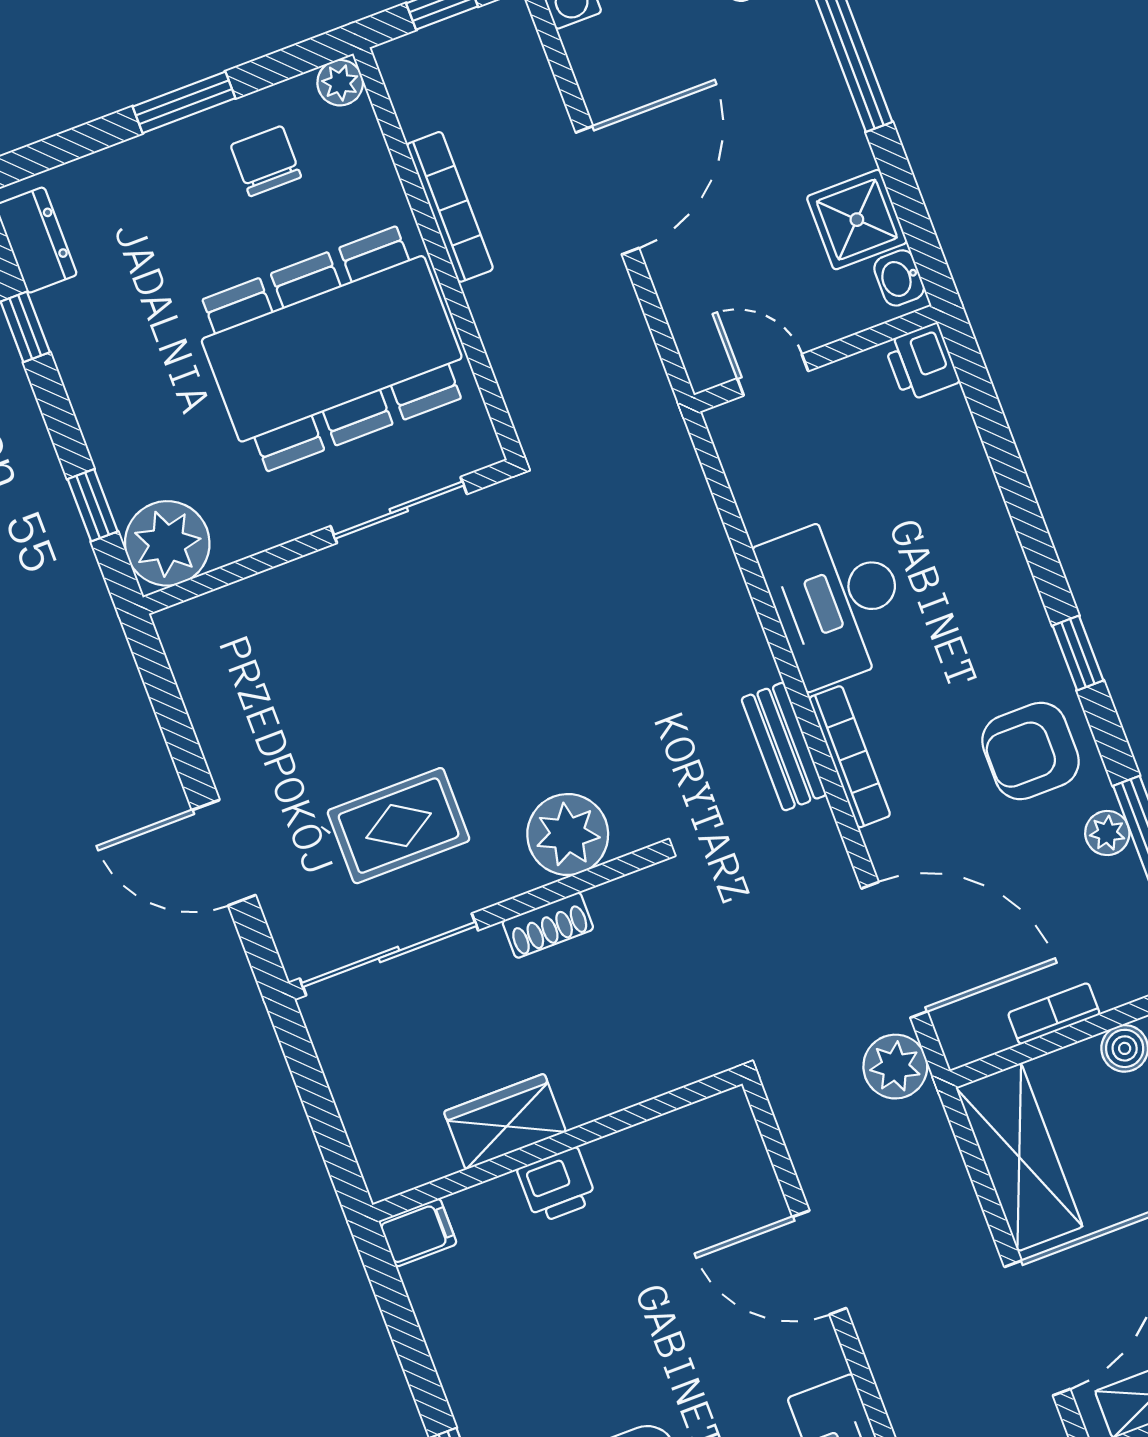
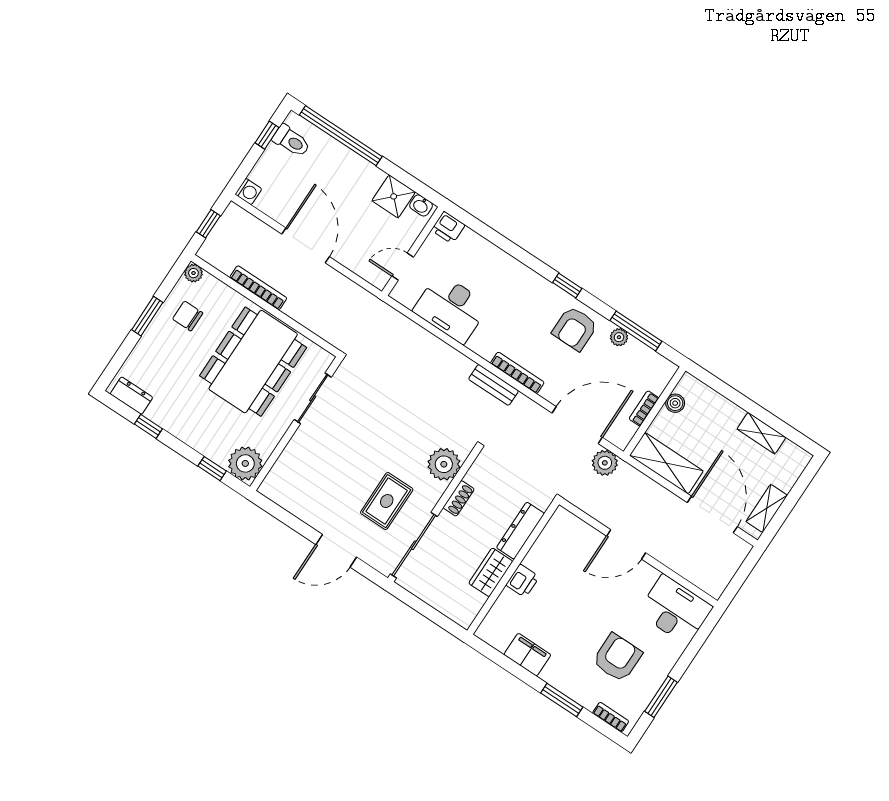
desk: (836, 599) -> (451, 308), moved
dresser: (626, 1081) -> (520, 531), added
filing cabinet: (418, 1233) -> (527, 655), moved, width x2.00

